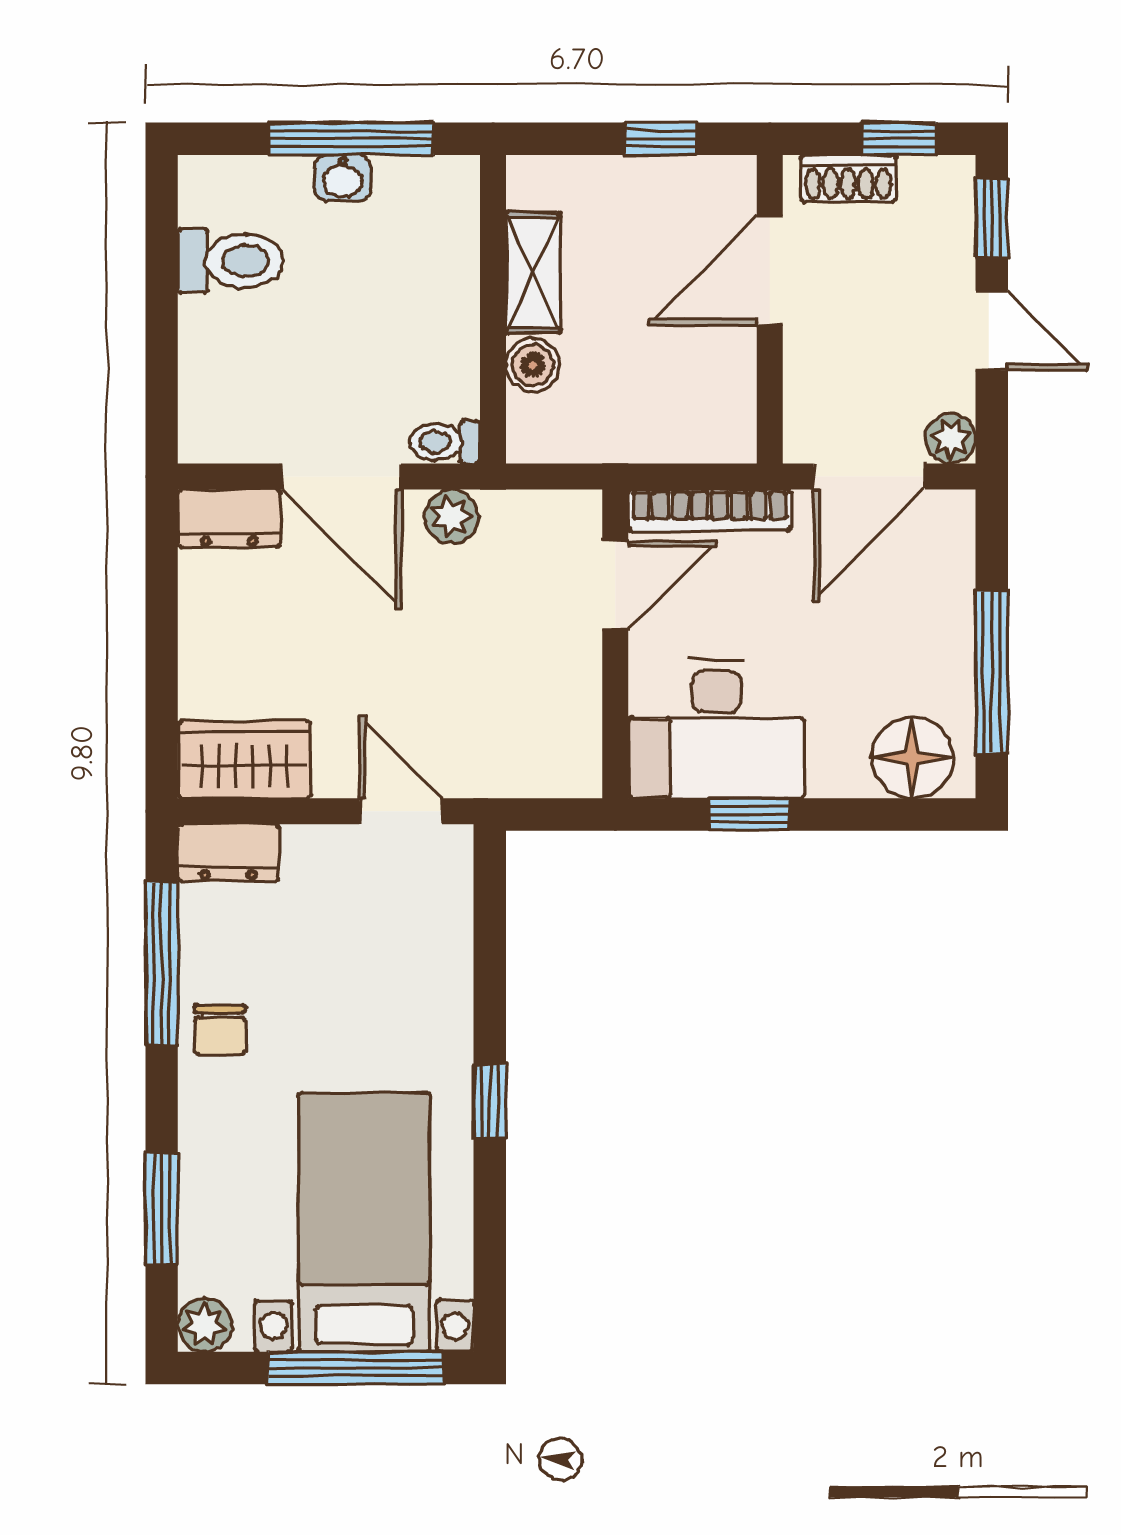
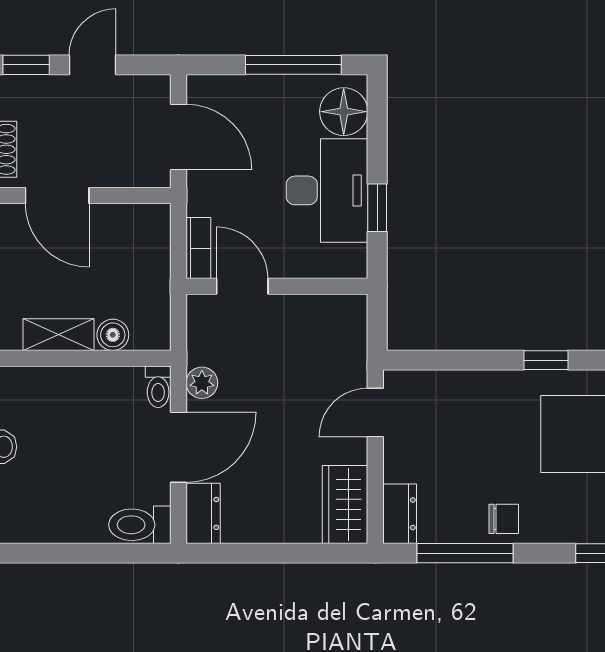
toilet: (231, 261) -> (140, 525), moved, turned -90
plant: (951, 439) -> (156, 89), removed
bookcase: (710, 510) -> (198, 248), width x0.64
desk: (716, 729) -> (327, 190), moved

